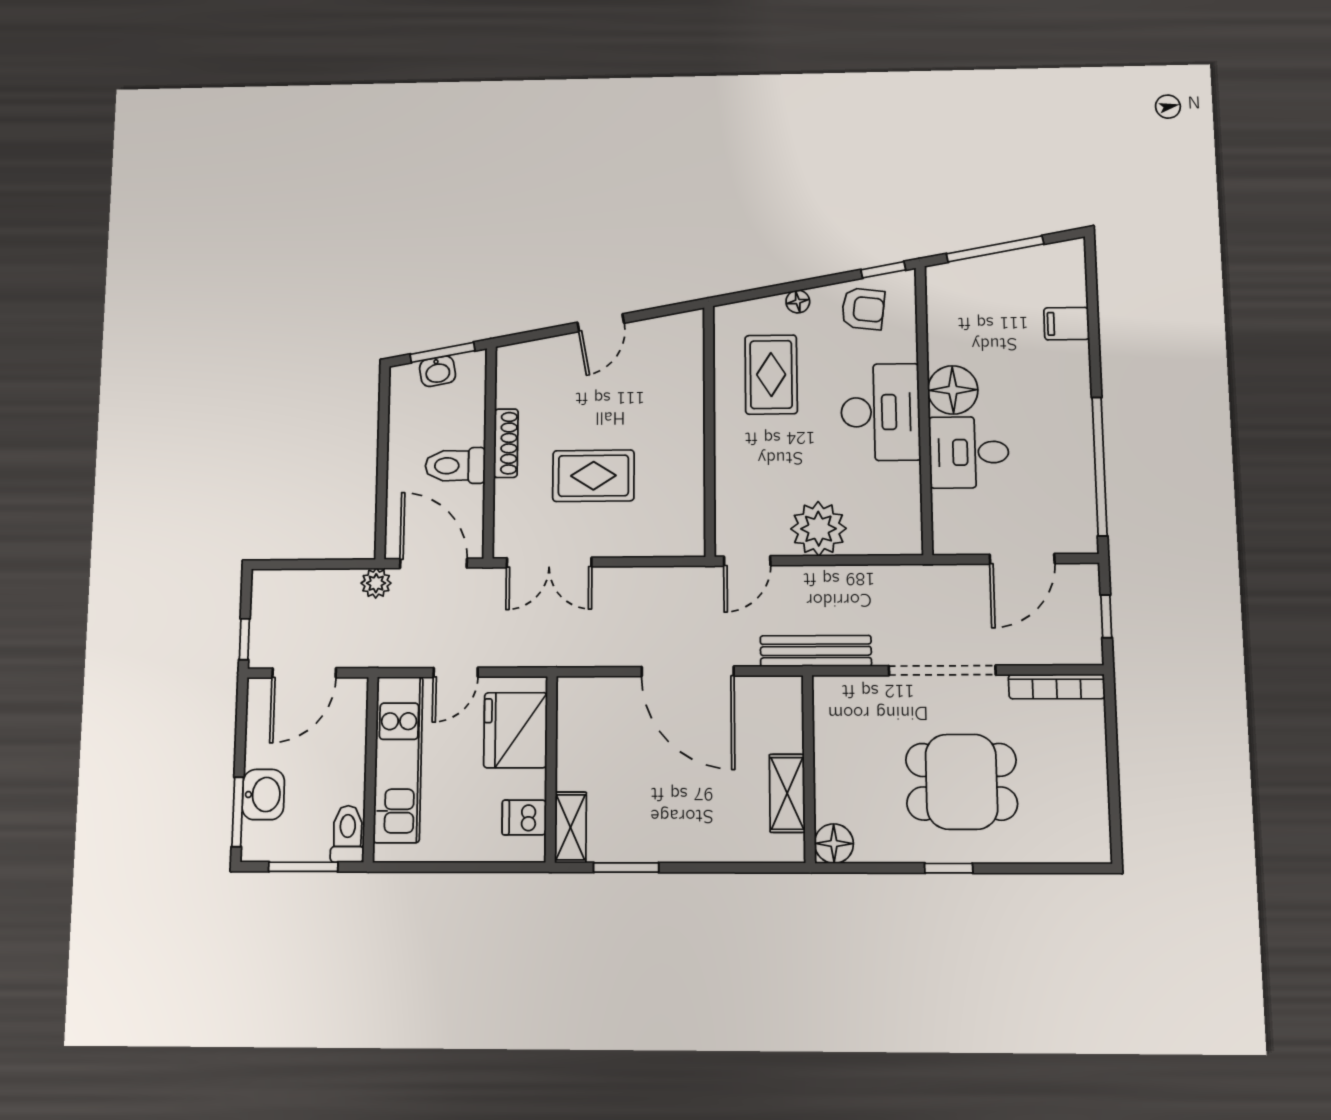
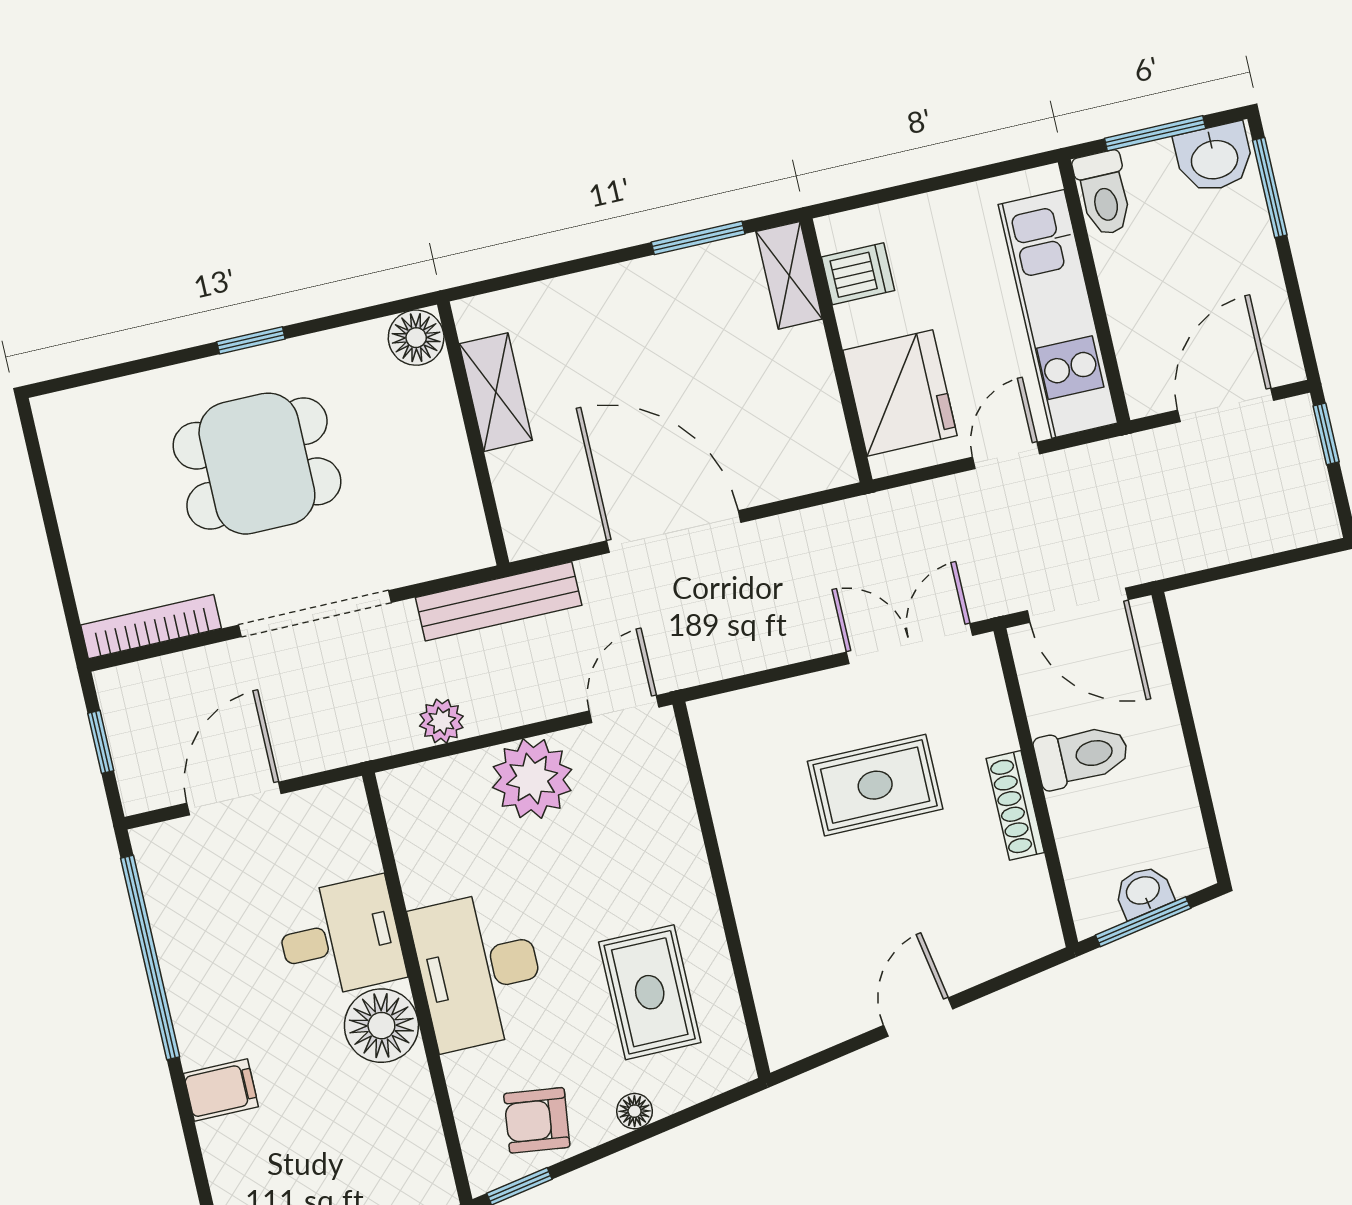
filing cabinet: (1067, 324) -> (221, 1090), moved
plant: (376, 583) -> (441, 721), moved
washbasin: (263, 795) -> (1214, 158), moved, turned -90

